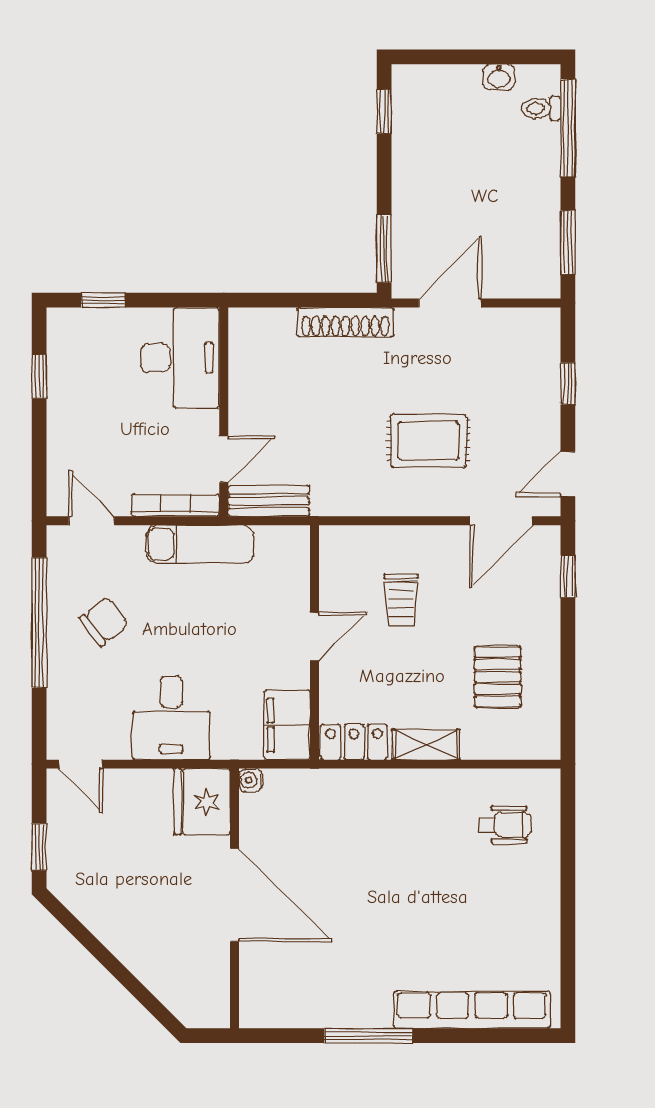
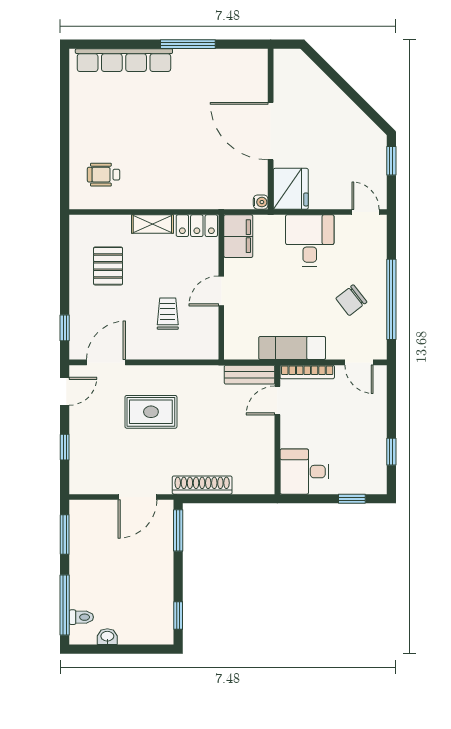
desk: (180, 358) -> (305, 472), width x0.73

